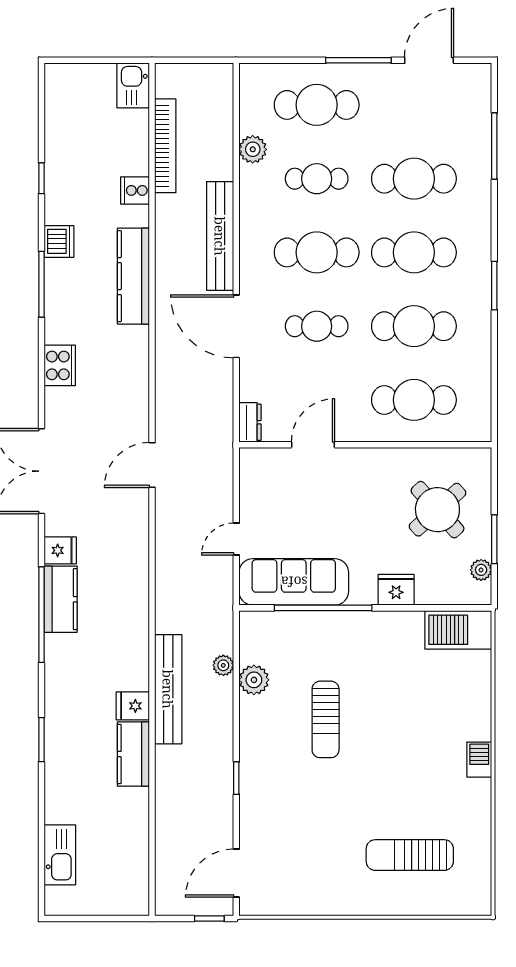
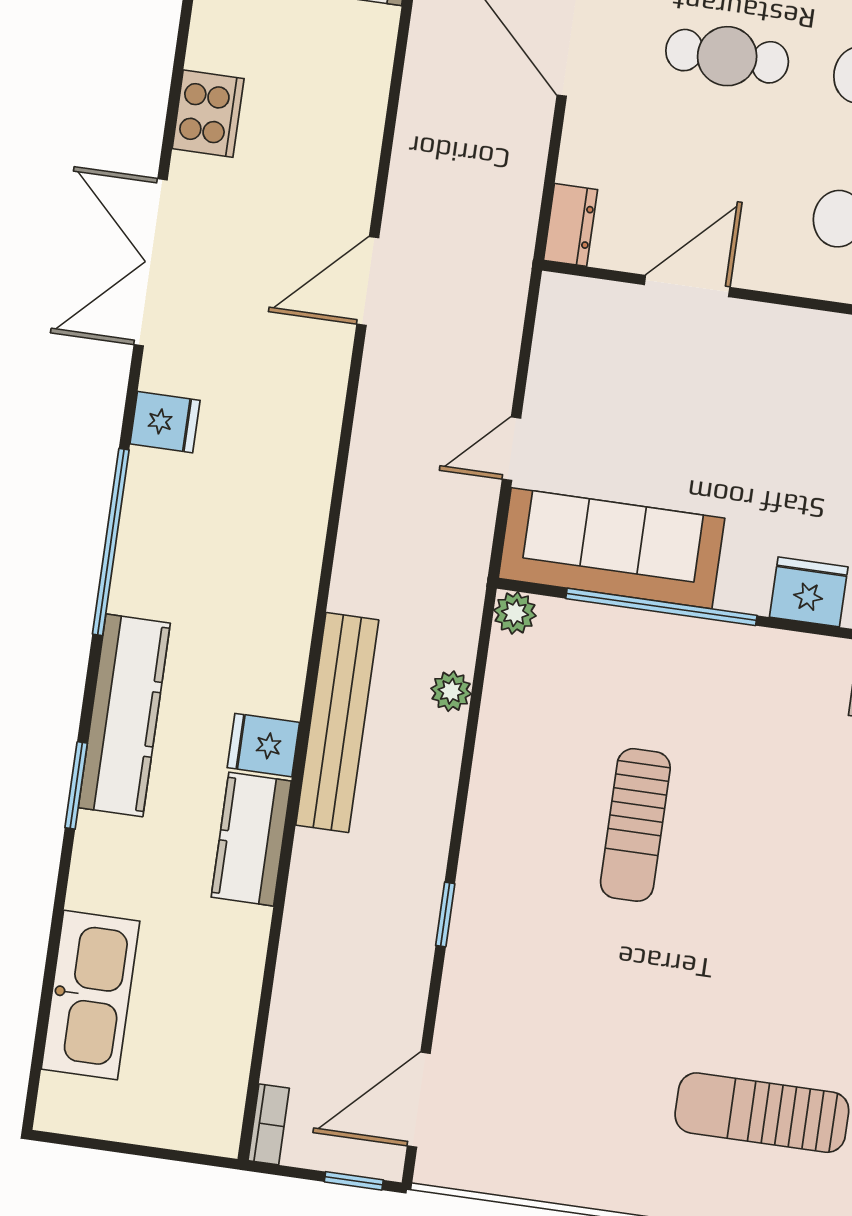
cooker: (60, 365) -> (208, 114), moved
kitchen counter: (61, 599) -> (124, 715), moved, width x1.50
plant: (254, 680) -> (515, 613), moved, width x0.73, depth x0.73
kitchen sink: (60, 855) -> (90, 995), width x1.36, depth x1.24
bookcase: (163, 896) -> (269, 1124), added

